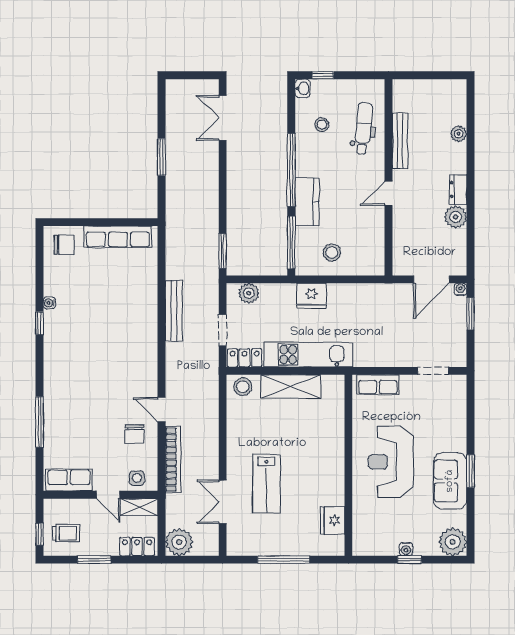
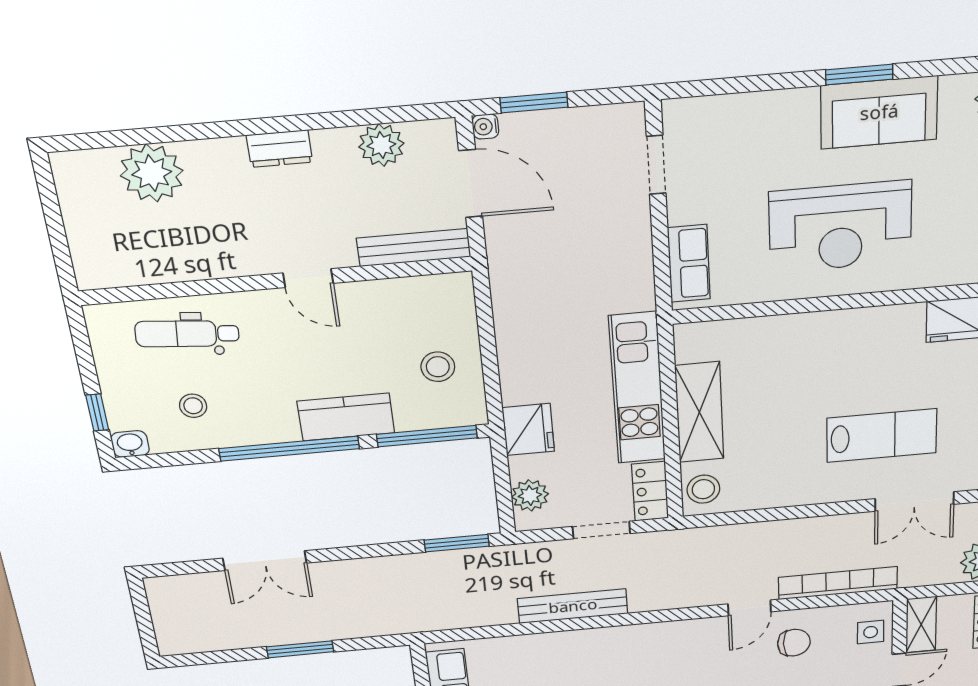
double door: (223, 118) -> (265, 561), moved
plant: (459, 134) -> (152, 173), width x1.87, depth x1.87
bench: (400, 141) -> (414, 248), moved
plant: (456, 217) -> (381, 145), moved
fridge: (311, 296) -> (528, 430), moved

